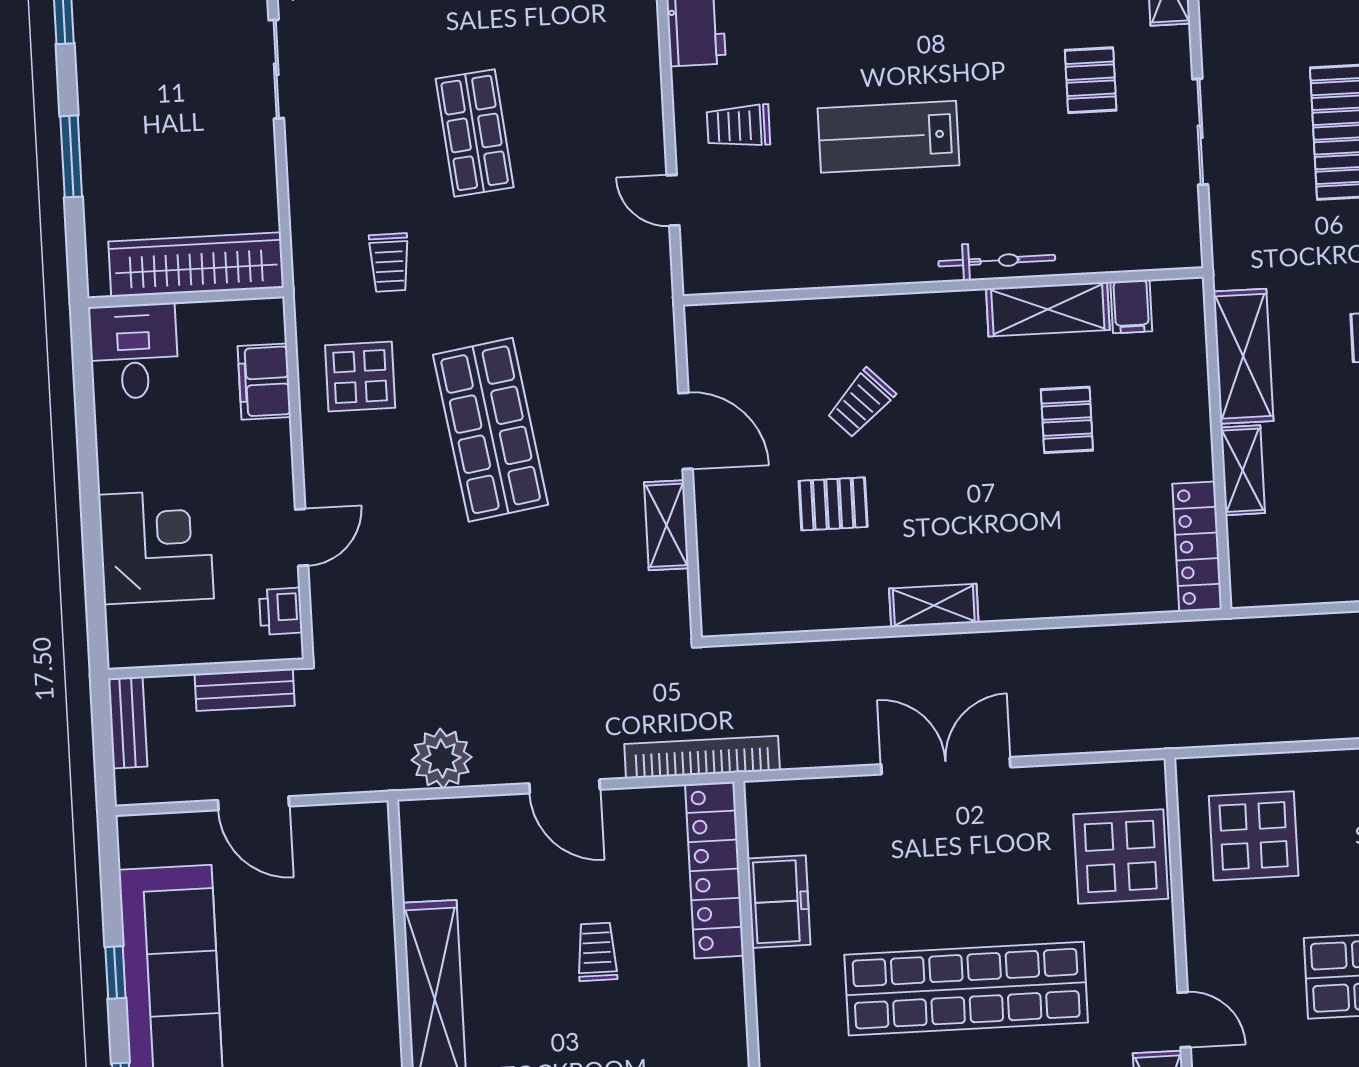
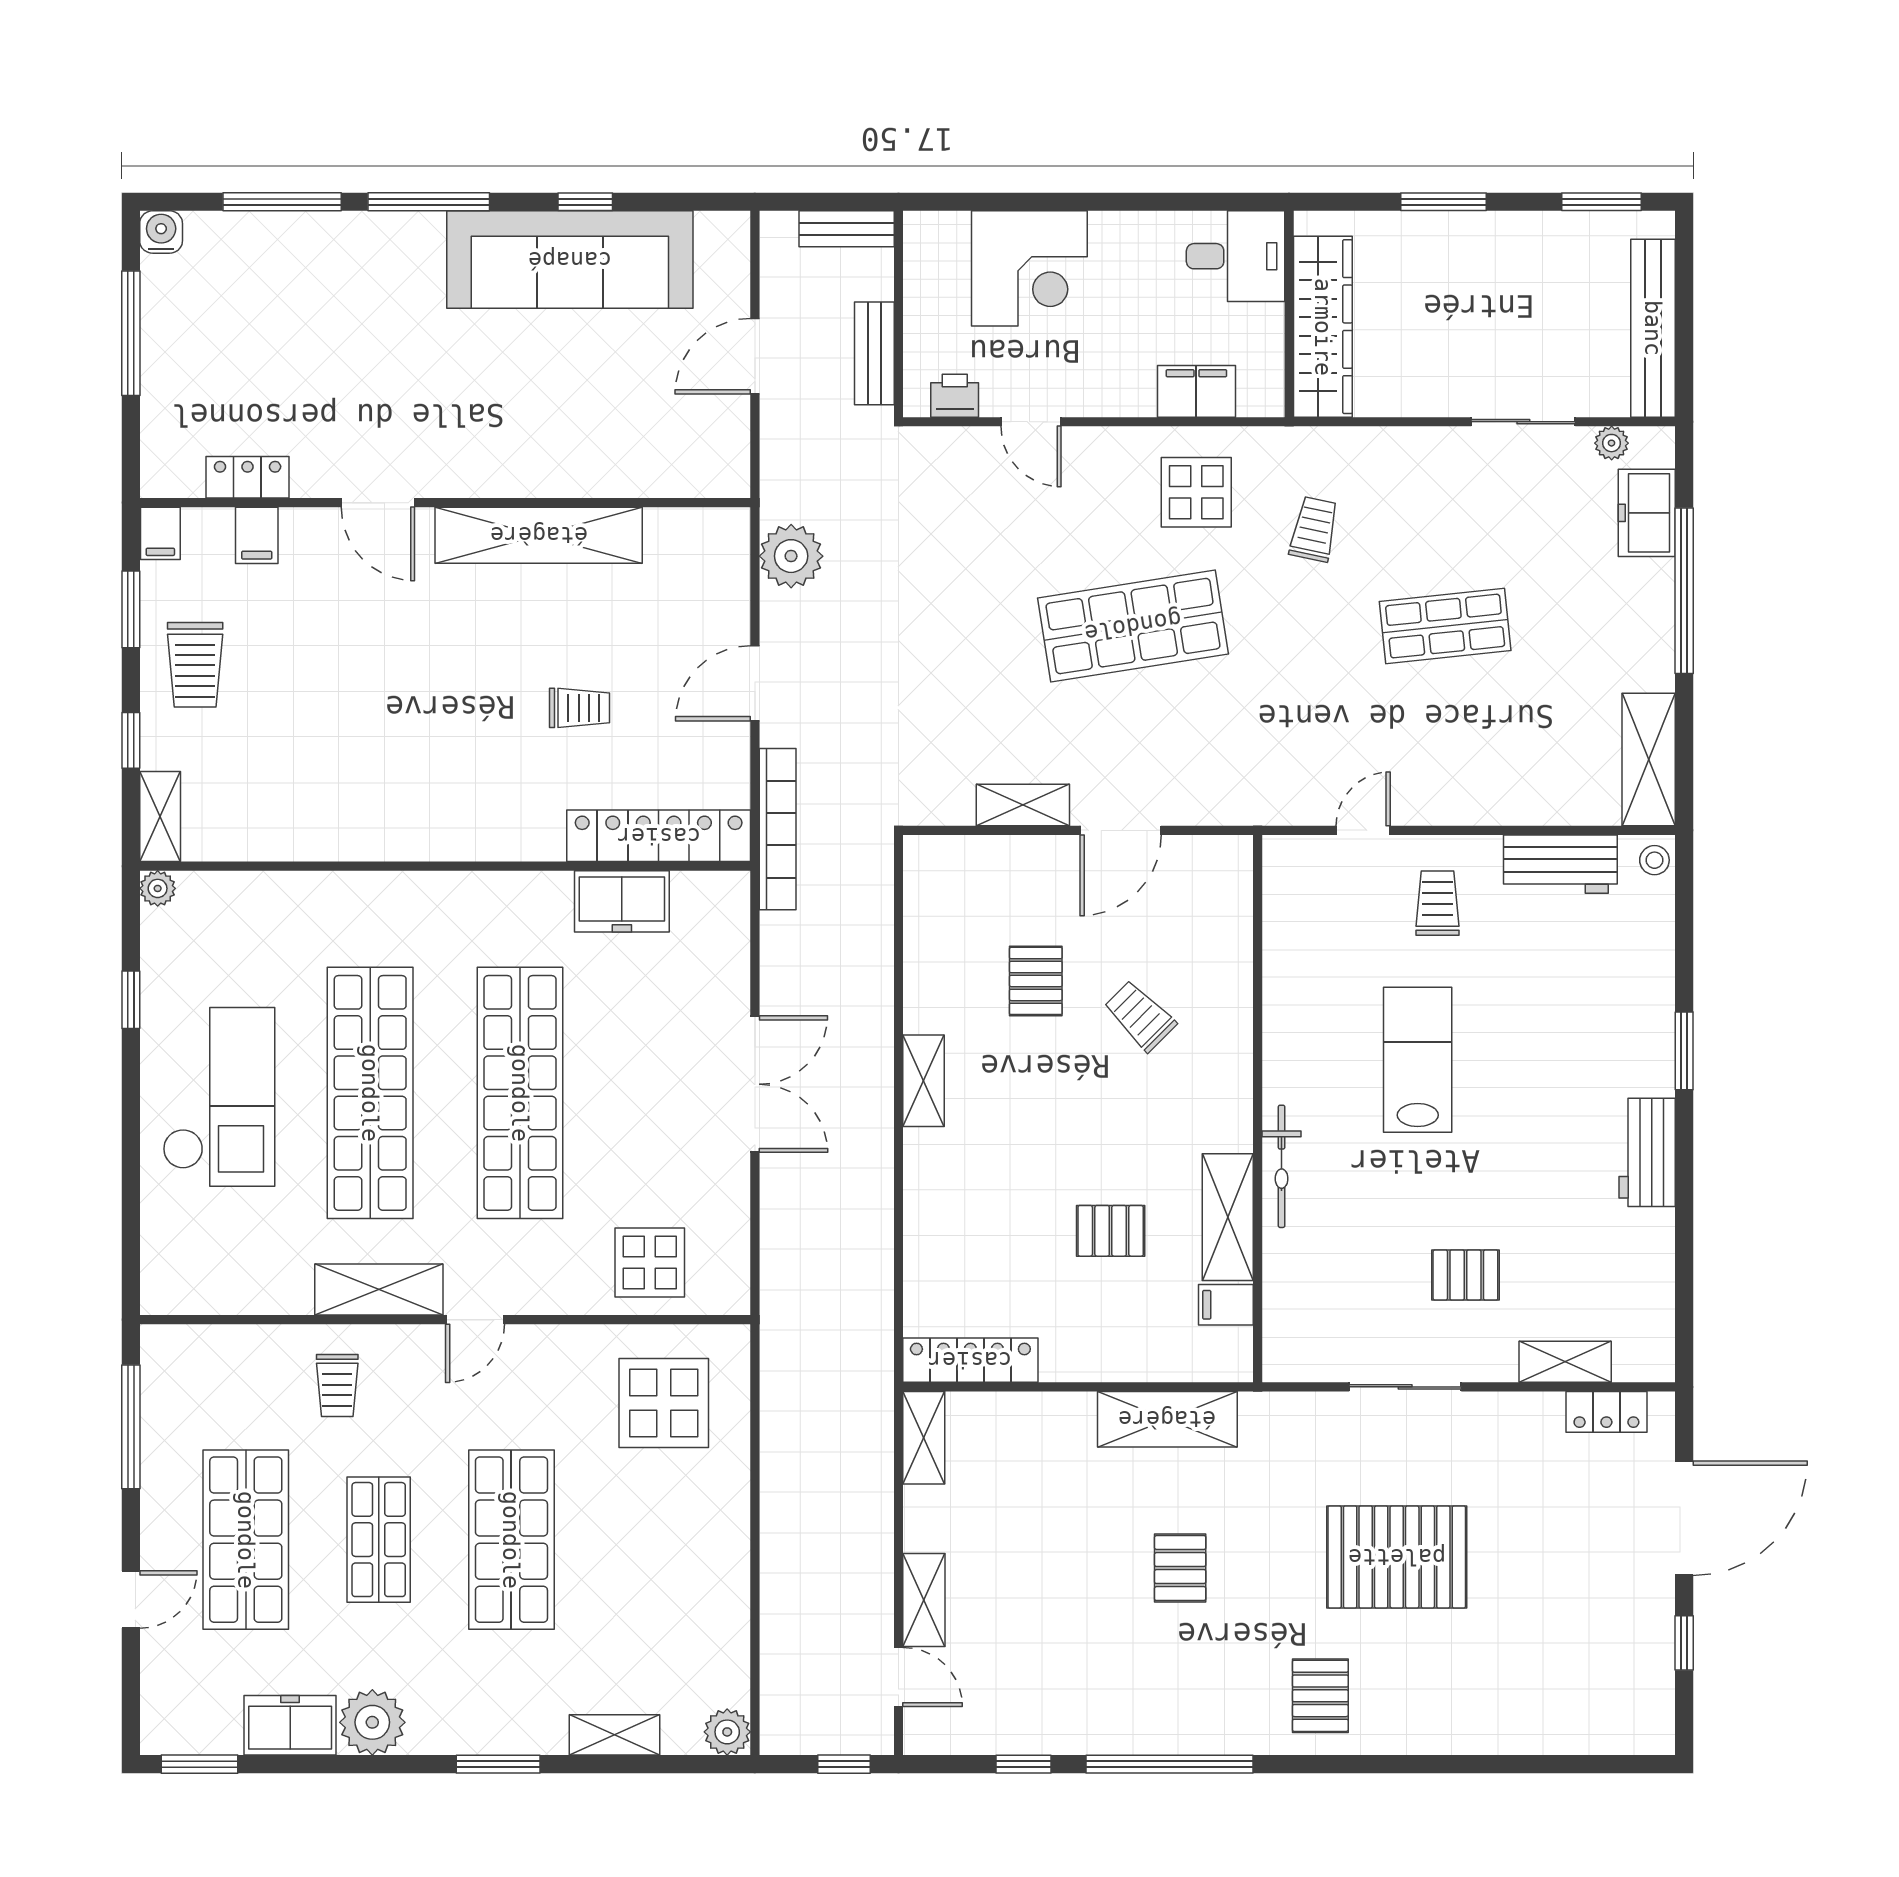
trolley: (389, 262) -> (1314, 529), turned 102
shelving: (1243, 470) -> (924, 1438), moved, turned 90
display table: (1121, 856) -> (650, 1262), width x0.73, depth x0.73

